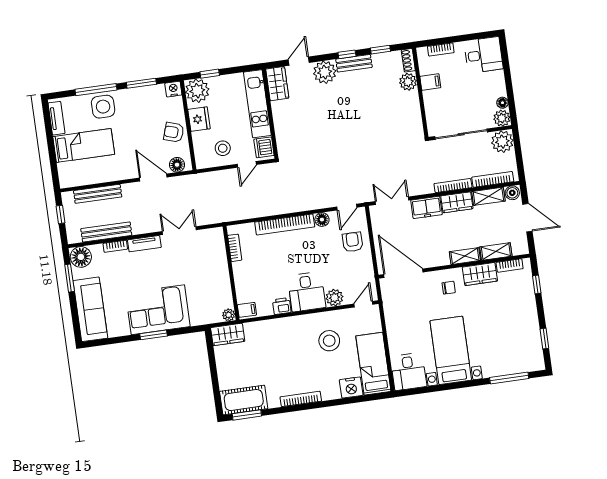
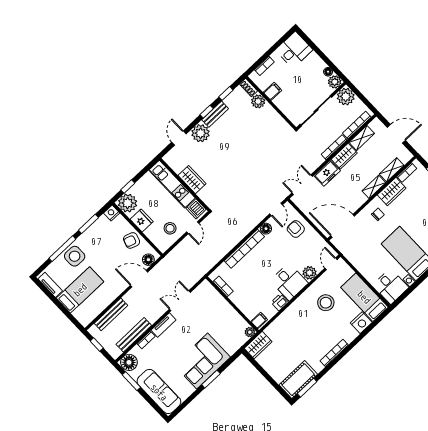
wardrobe: (277, 84) -> (192, 180), moved
boiler: (512, 193) -> (375, 125), removed

